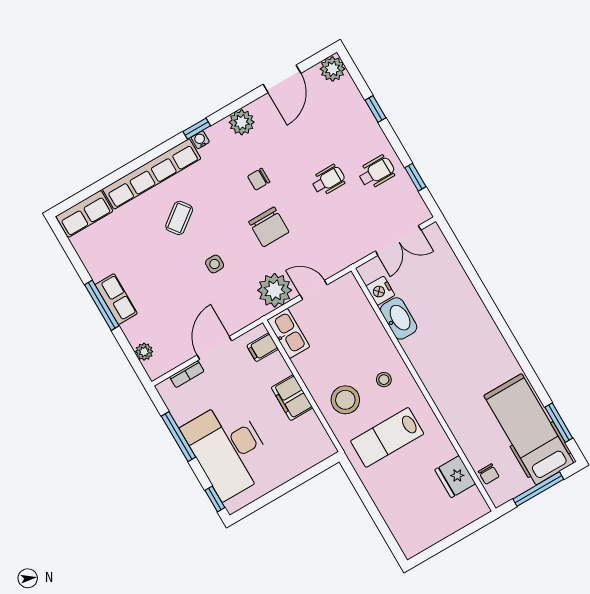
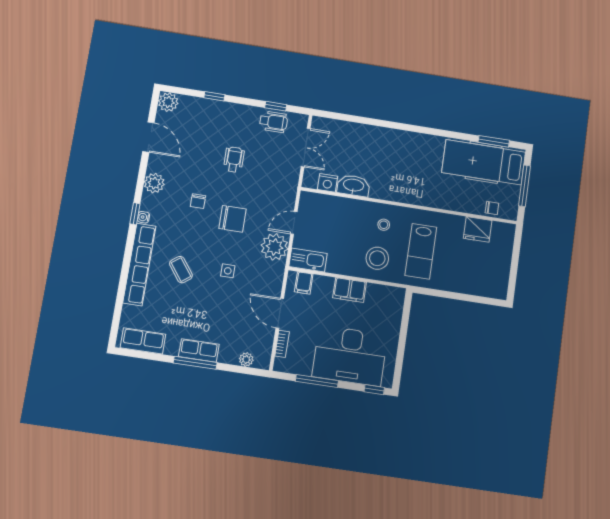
wheelchair: (376, 172) -> (274, 122), moved, turned 90
row of seats: (84, 214) -> (143, 341), moved, turned -90

